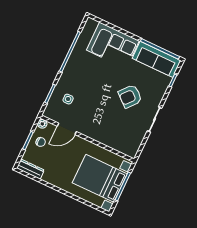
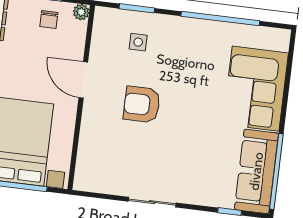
armchair: (130, 96) -> (142, 104), moved, turned -40
door: (67, 129) -> (83, 80), moved

